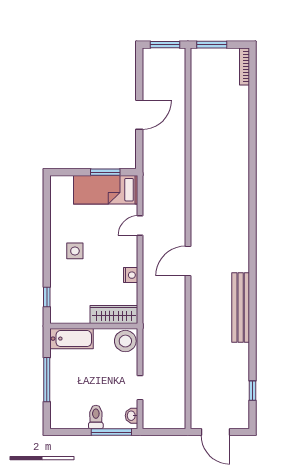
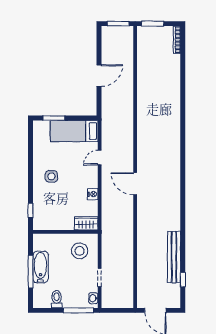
window: (105, 172) -> (54, 118), moved
door: (188, 261) -> (135, 184), hinge flipped
bench: (241, 307) -> (174, 257), moved
wardrobe: (114, 314) -> (86, 223), width x0.67
bathtub: (72, 339) -> (40, 267), moved, turned -90
stool: (125, 341) -> (80, 251), moved
toilet: (96, 417) -> (57, 299), moved

